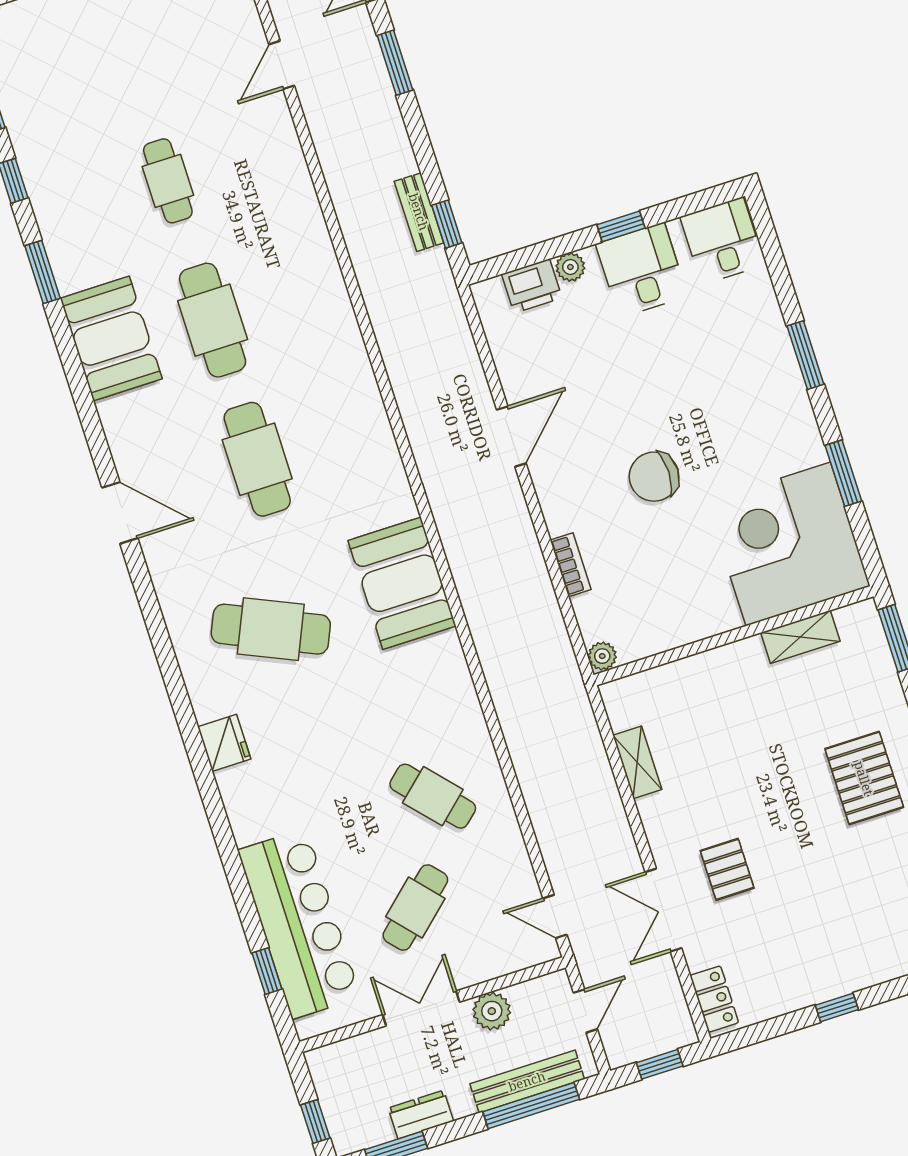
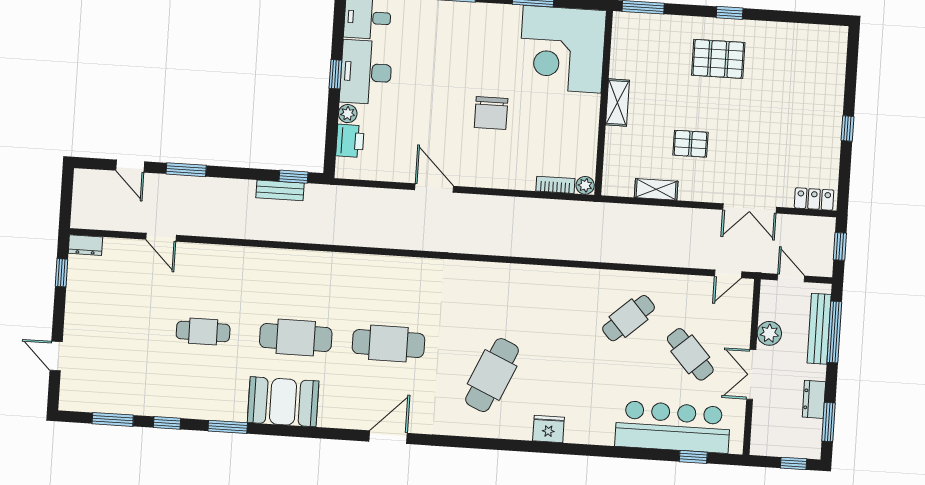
desk: (642, 270) -> (366, 72), width x1.37
bookcase: (571, 565) -> (555, 185), moved
booth: (402, 583) -> (495, 287), removed
shelving: (800, 637) -> (617, 102), moved
pallet: (727, 869) -> (690, 144), moved

